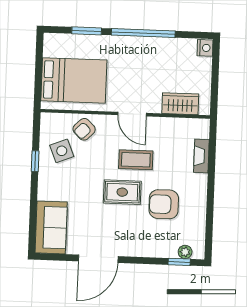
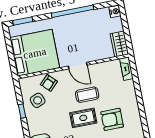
window: (87, 31) -> (23, 21), moved
bed: (74, 80) -> (35, 53), width x1.36
wardrobe: (180, 104) -> (119, 44), moved, turned -90
fireplace: (201, 156) -> (126, 69), moved

